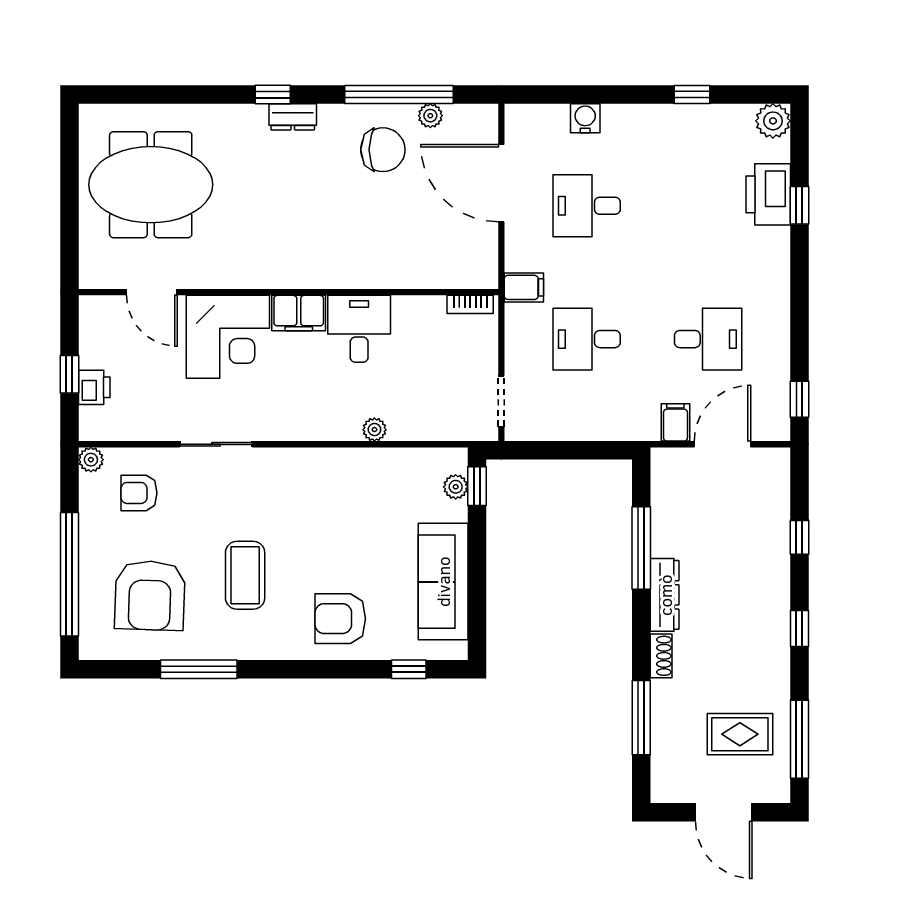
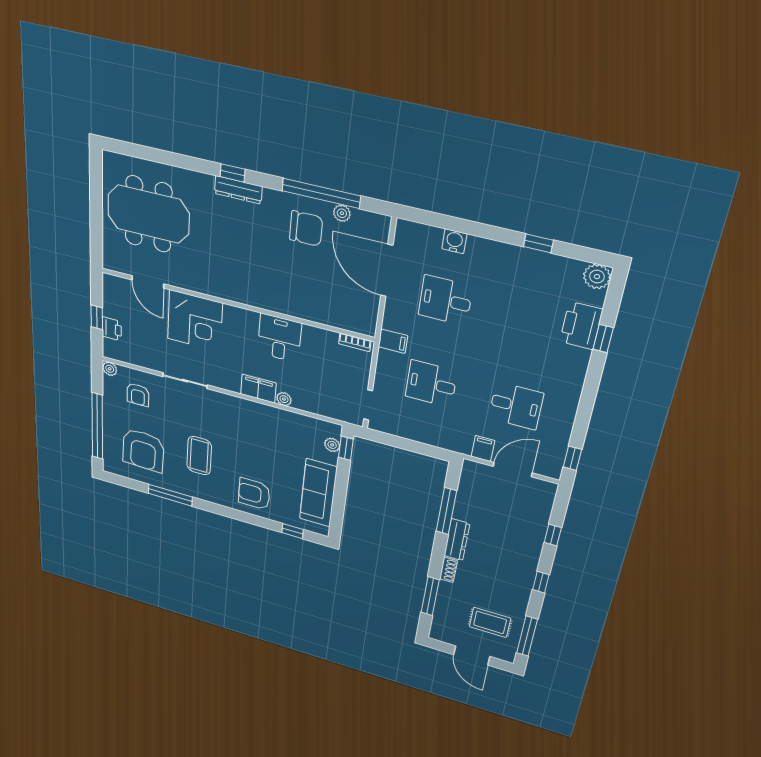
dresser: (293, 117) -> (238, 190), width x1.44
filing cabinet: (299, 313) -> (258, 389), moved, turned 180
armchair: (139, 493) -> (138, 395), turned -90

